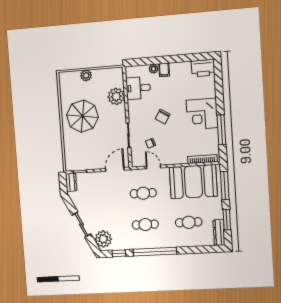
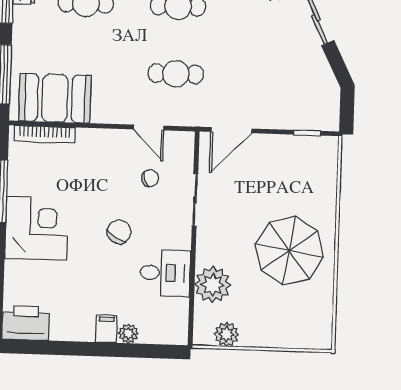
plant: (86, 75) -> (226, 334), moved
desk: (138, 88) -> (165, 273), moved
dresser: (71, 182) -> (329, 111), removed
booth: (193, 182) -> (55, 98), width x0.73, depth x0.70

